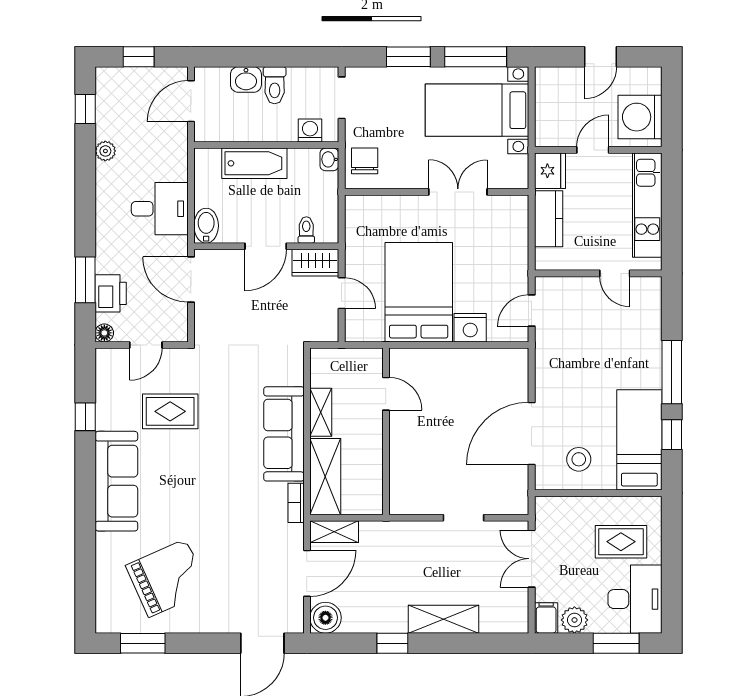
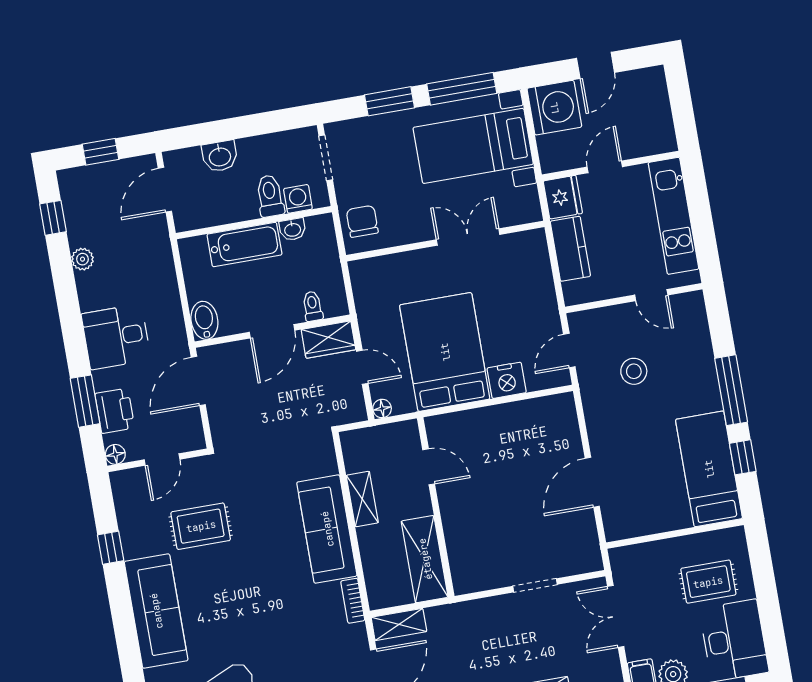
toilet: (275, 85) -> (270, 196), moved, turned 180
washing machine: (640, 117) -> (554, 108), moved, turned 180
washbasin: (329, 159) -> (293, 229), moved, turned -90
desk: (160, 209) -> (116, 337), moved, turned 180
door: (191, 280) -> (198, 381), hinge flipped
floor lamp: (353, 334) -> (382, 409), added
door: (532, 433) -> (592, 482), width x0.73
stool: (579, 459) -> (634, 371), moved
shelving: (325, 477) -> (425, 559), moved

